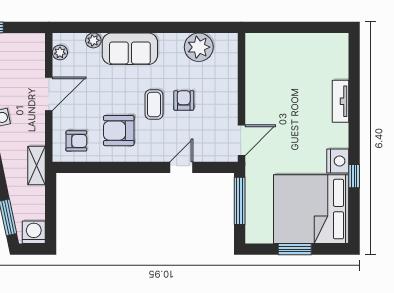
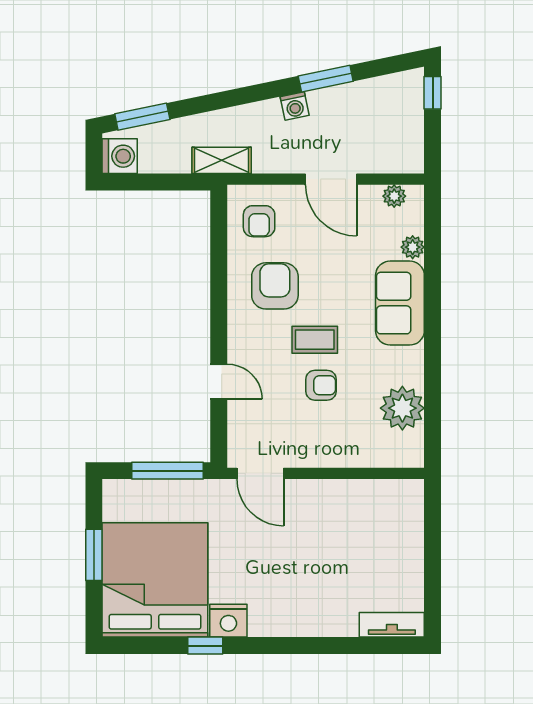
tv unit: (341, 101) -> (392, 625), moved

